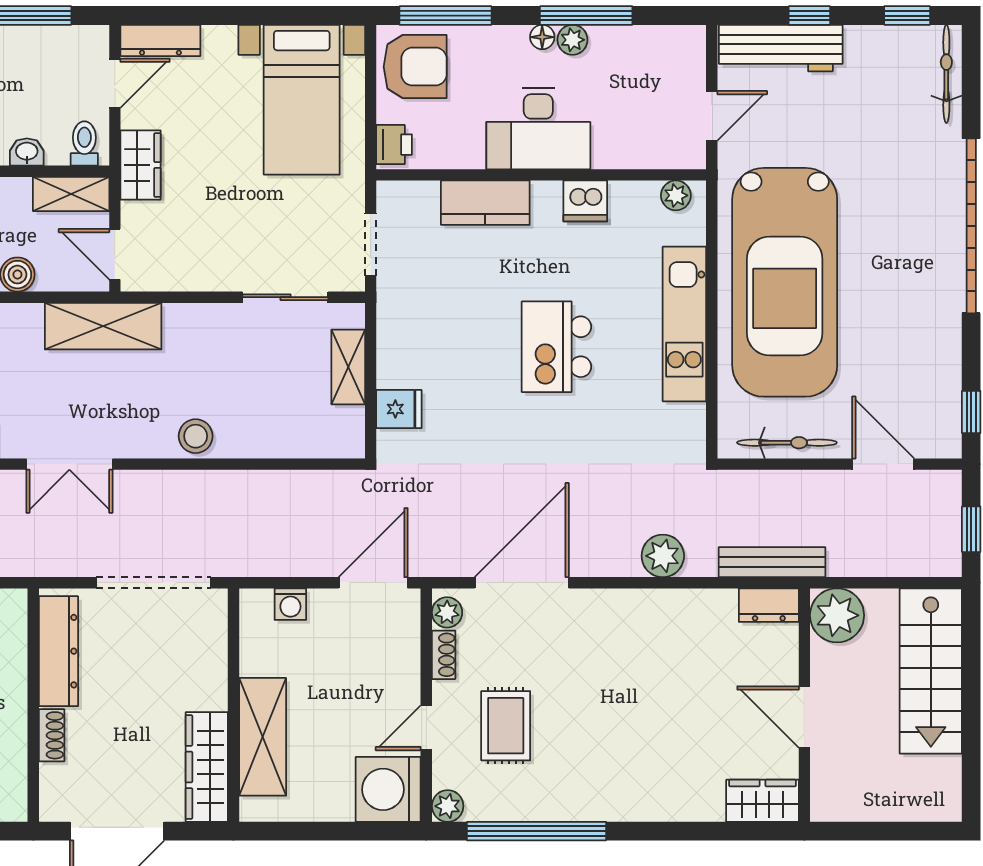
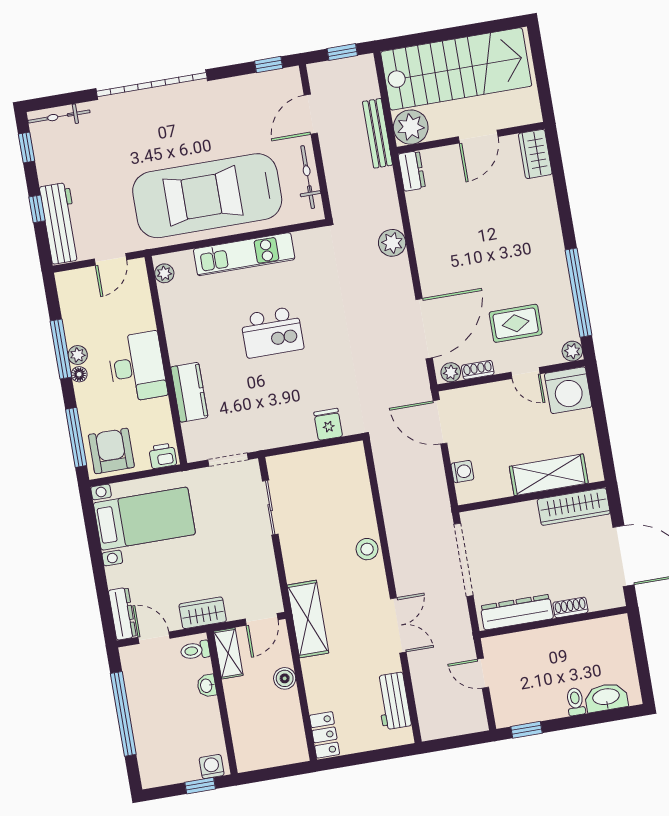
door: (712, 116) -> (110, 259), swing flipped
dishwasher: (585, 201) -> (177, 330), removed
car: (785, 282) -> (207, 196), turned 180
shelving: (348, 367) -> (307, 461), removed
bench: (772, 562) -> (377, 133), moved
door: (522, 583) -> (424, 329), swing flipped
stairs: (931, 671) -> (456, 69), width x1.36, depth x1.51

